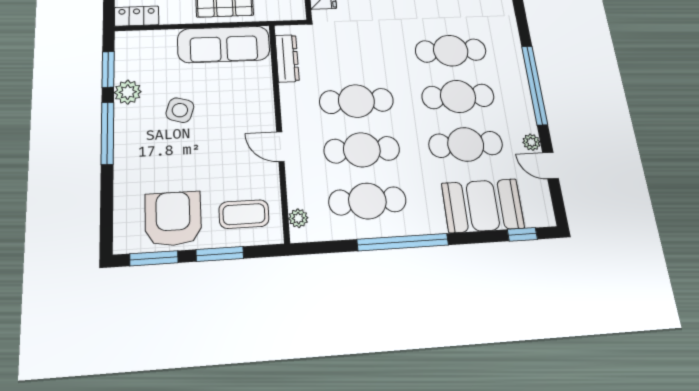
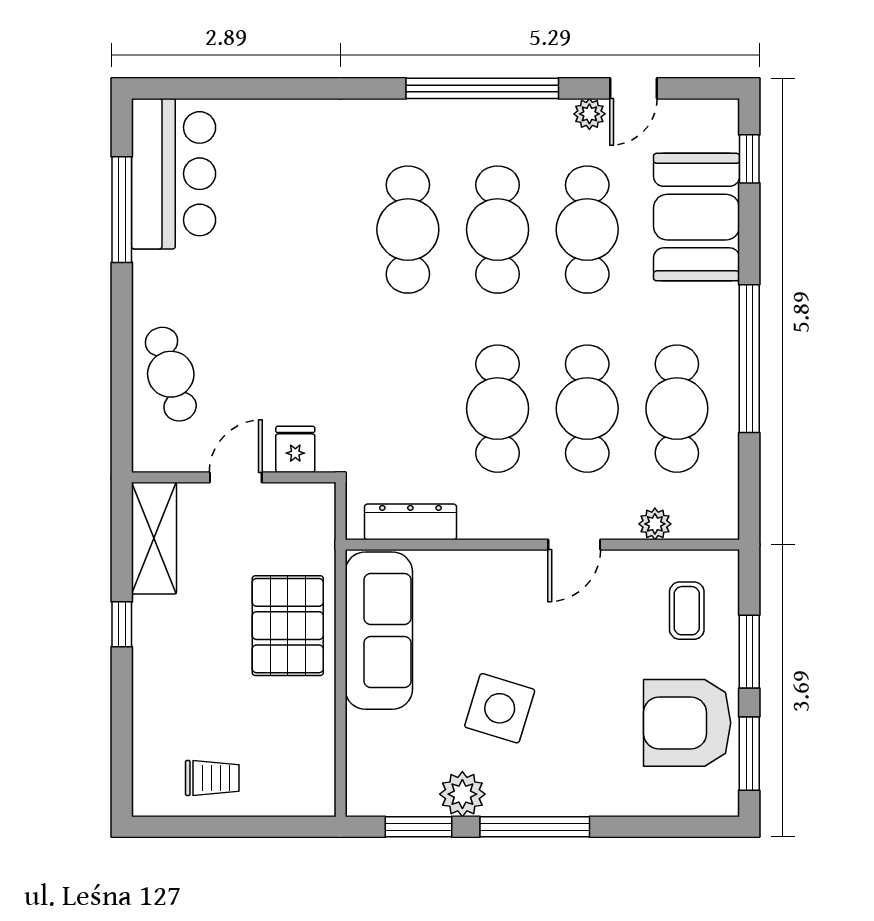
locker: (137, 16) -> (317, 779), removed
side table: (180, 110) -> (500, 708), width x1.37, depth x1.37
coffee table: (244, 214) -> (687, 611), width x0.73, depth x0.77
plant: (298, 218) -> (655, 524), moved

